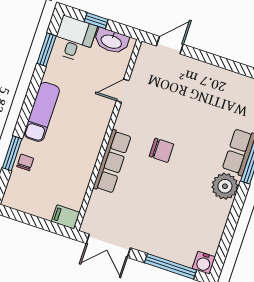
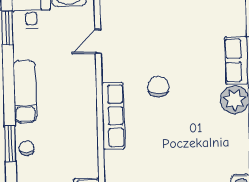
chair: (161, 150) -> (158, 87), turned -90

